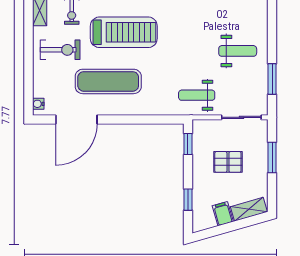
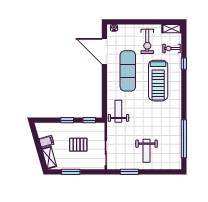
weight bench: (197, 95) -> (118, 111), moved
window: (272, 158) -> (71, 172), moved
pallet: (228, 162) -> (78, 145), turned 90
window: (188, 200) -> (67, 120), moved

